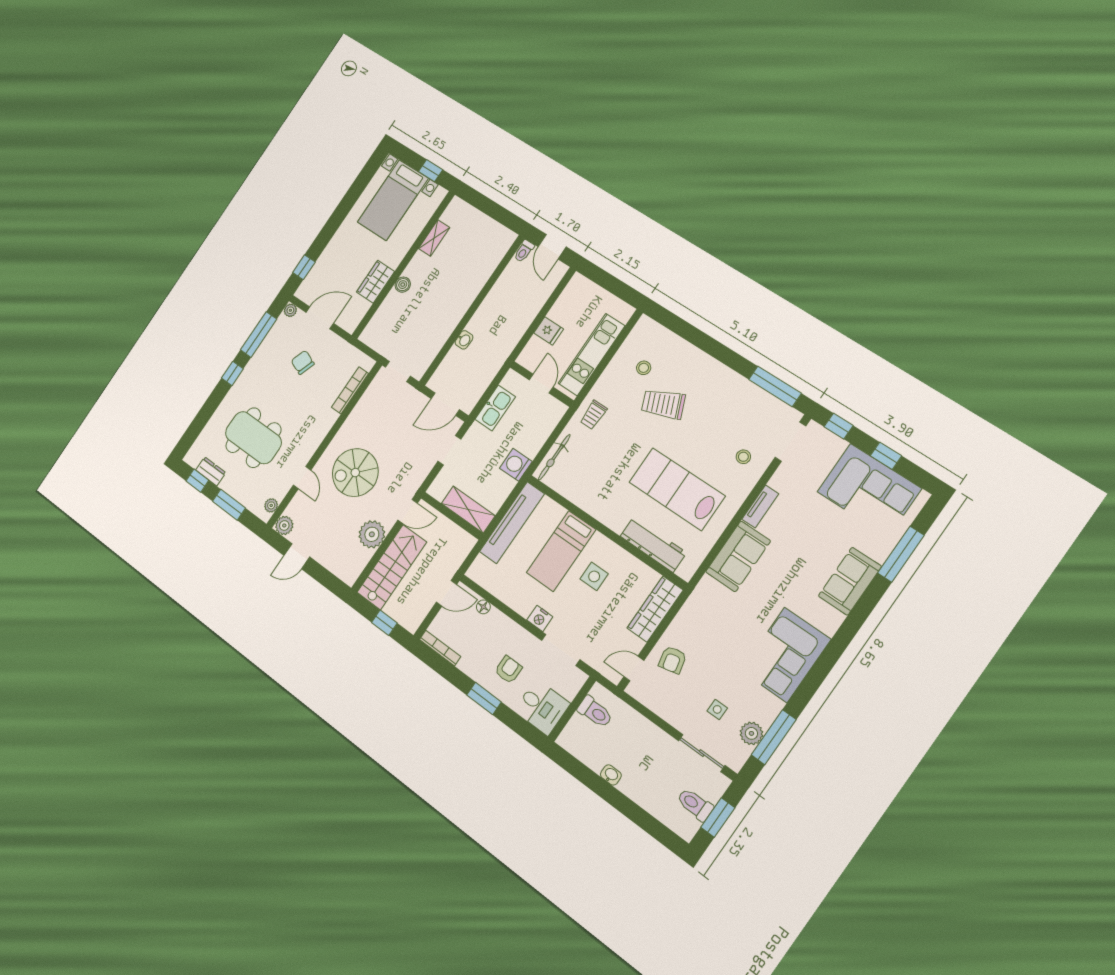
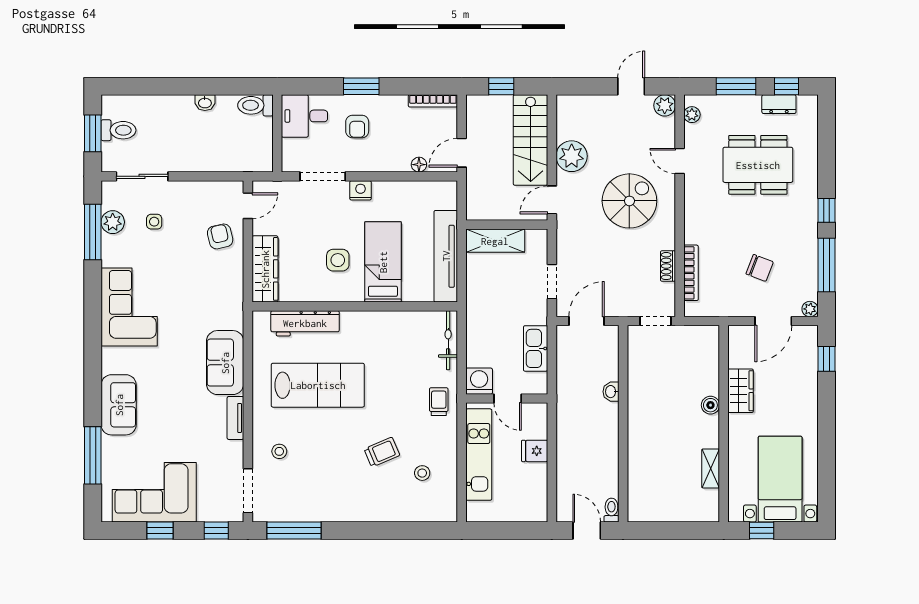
trolley: (663, 404) -> (382, 452), width x0.73, depth x0.72
shoe rack: (362, 406) -> (668, 266), added
washing machine: (516, 465) -> (479, 381), moved, turned -90
toilet: (595, 712) -> (255, 105), moved

